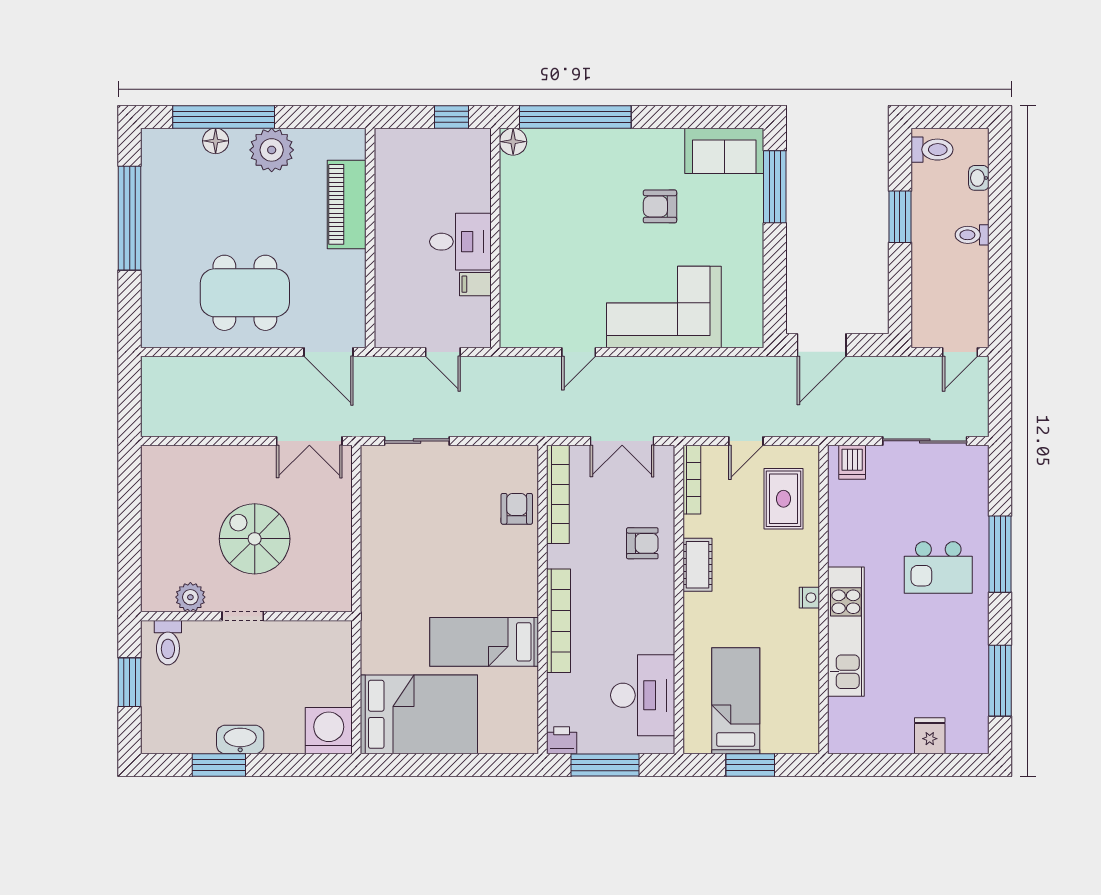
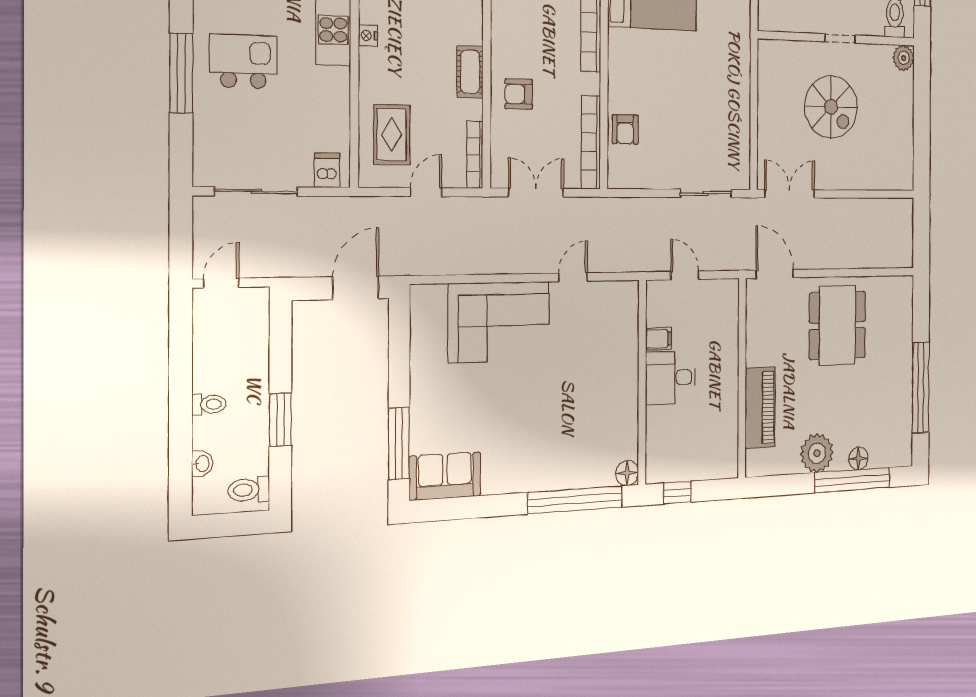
armchair: (660, 206) -> (502, 419), removed
dining table: (245, 293) -> (837, 325), turned 90
plant: (190, 597) -> (904, 58), moved

